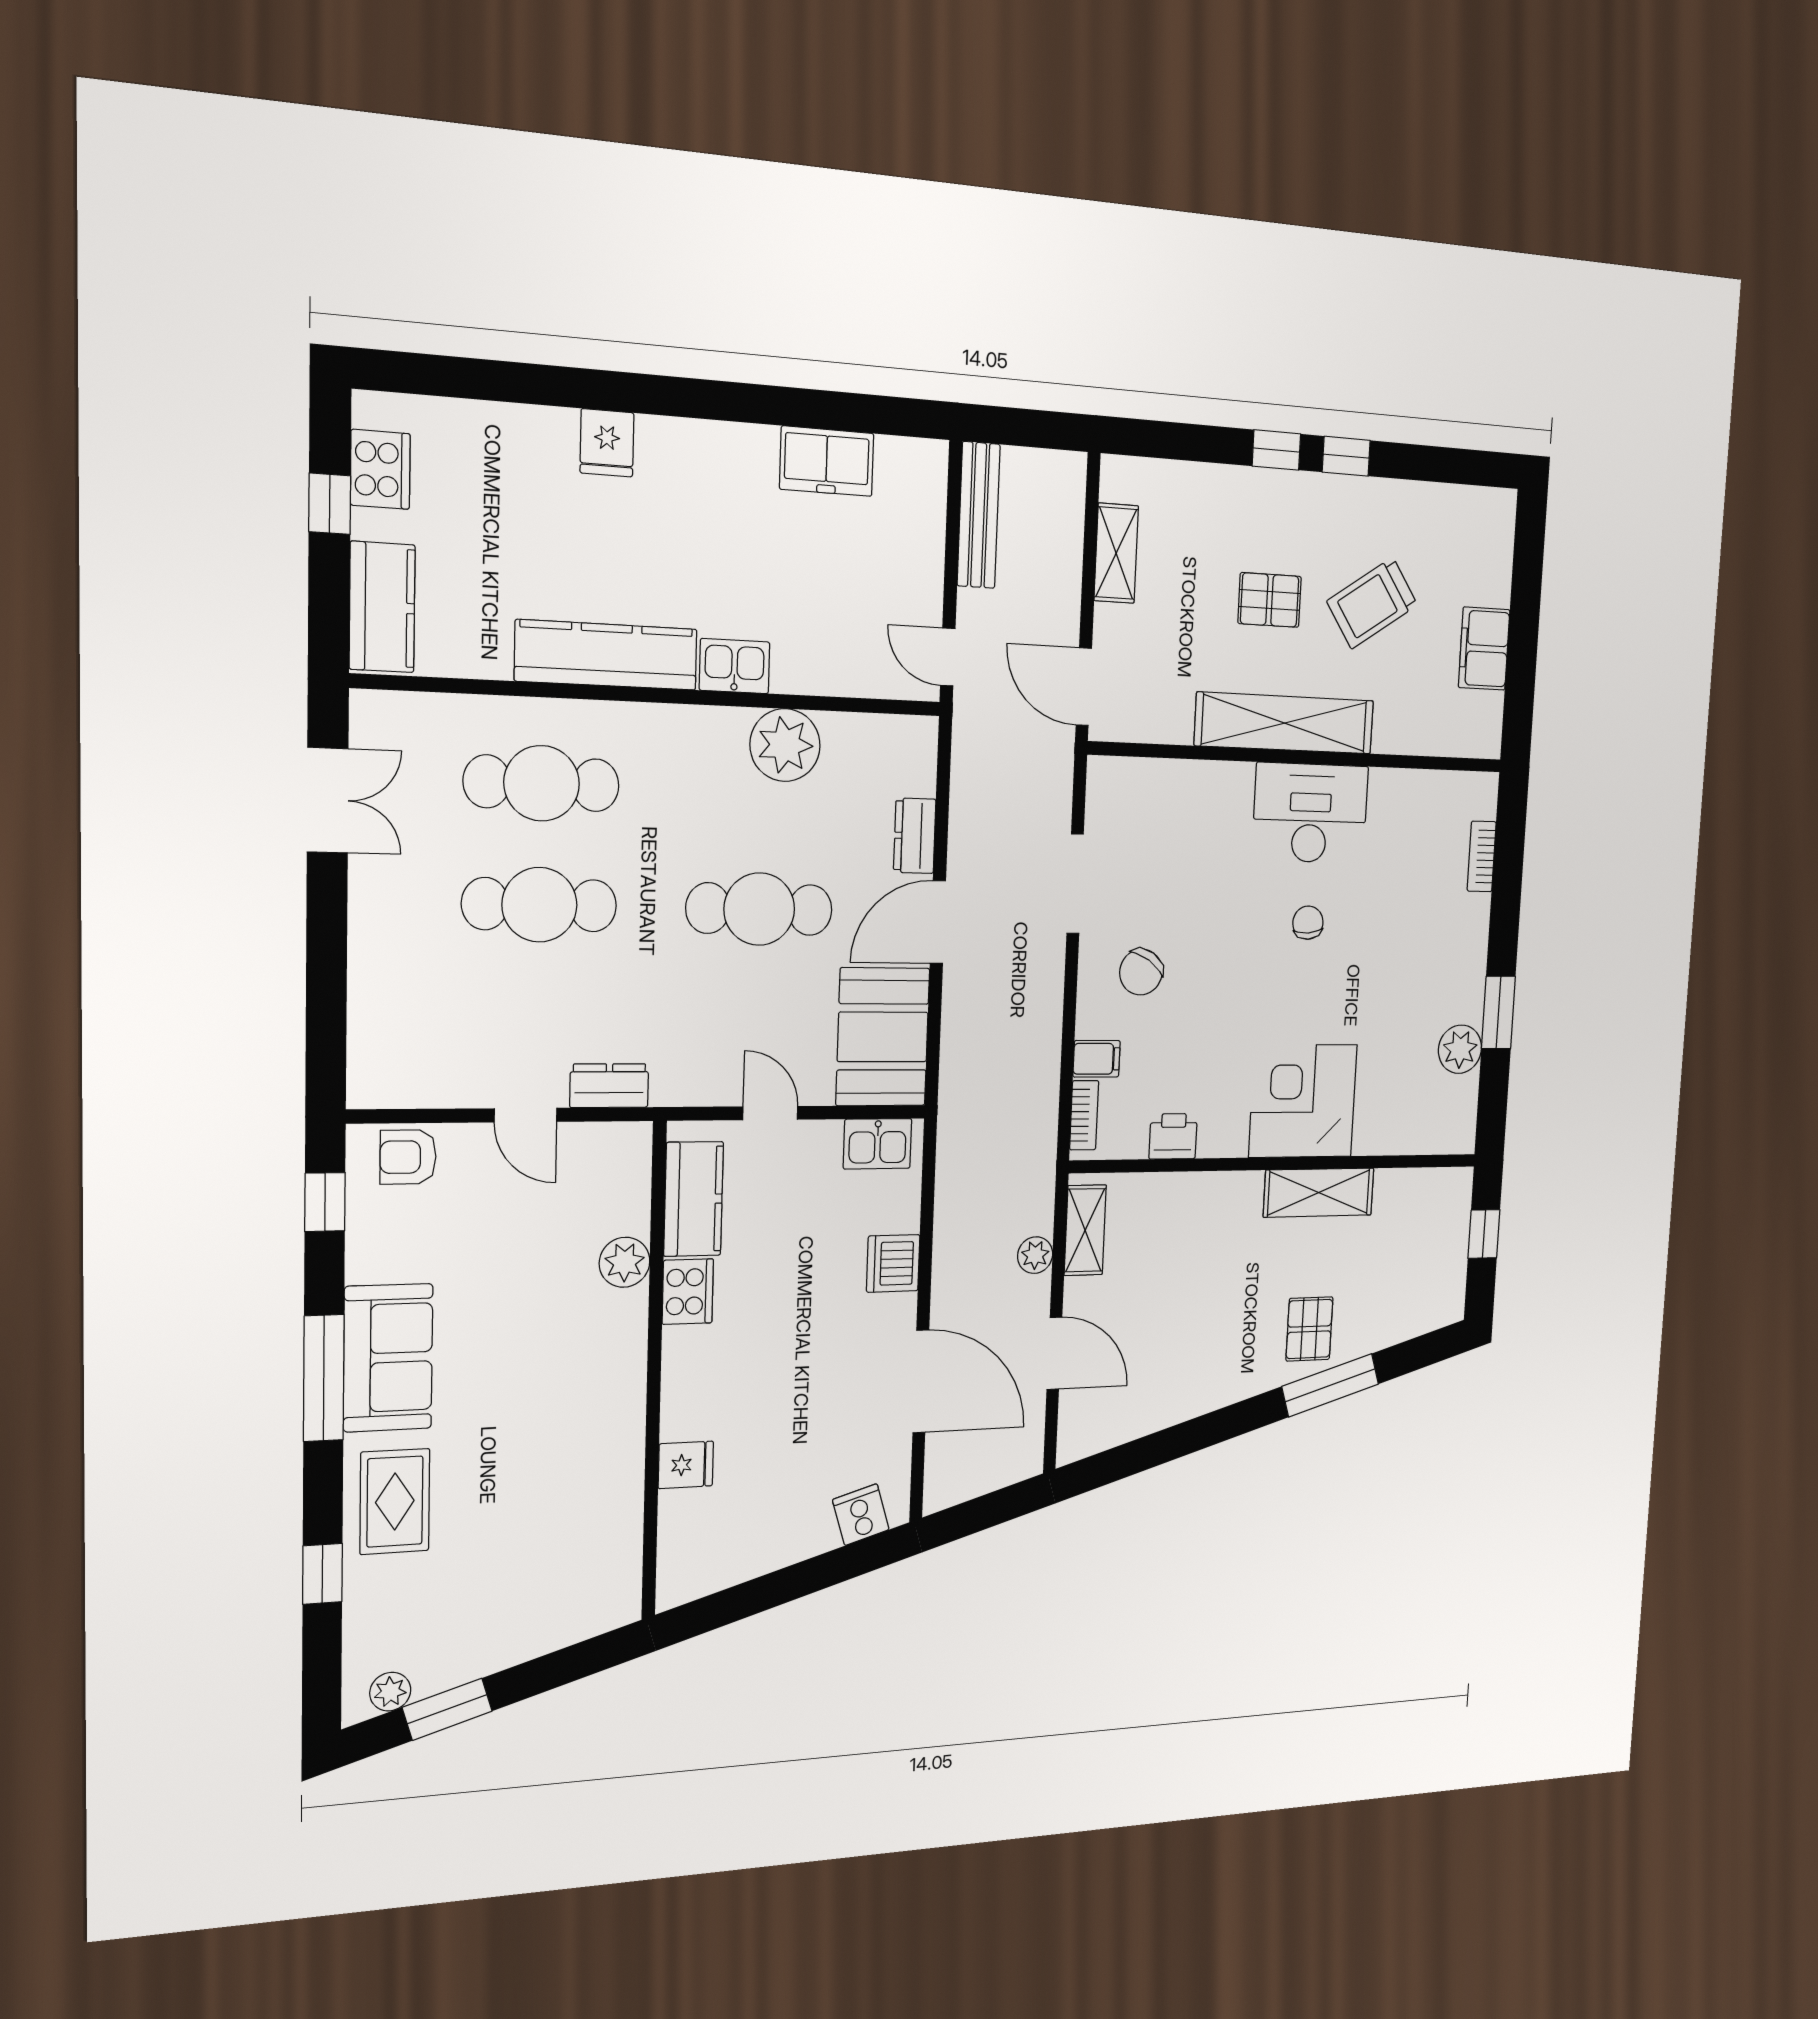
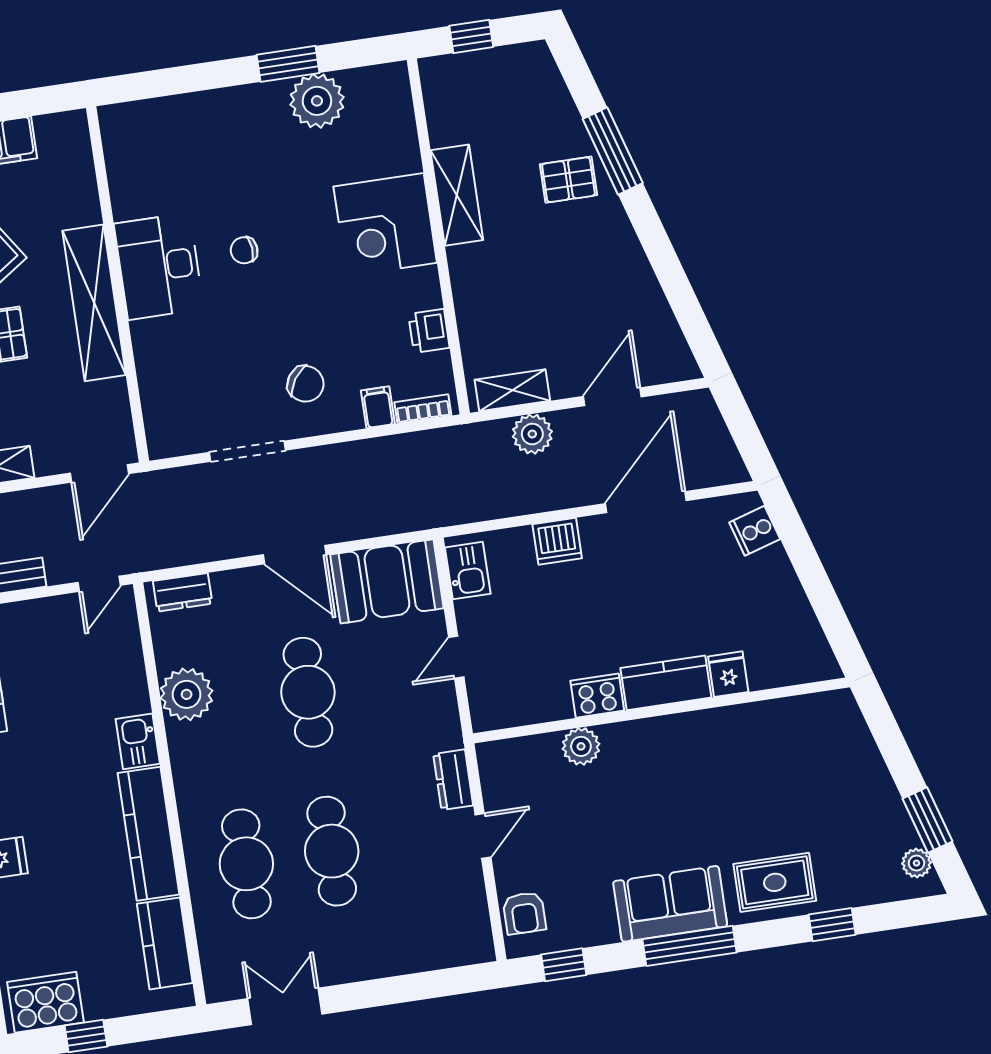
cooker: (380, 469) -> (46, 1002), width x1.37, depth x1.31
kitchen counter: (382, 607) -> (165, 943), moved, turned -90
dresser: (915, 836) -> (183, 592), moved
bookcase: (1482, 856) -> (166, 107), removed
plant: (1460, 1049) -> (317, 101), width x1.36, depth x1.36
kitchen counter: (694, 1199) -> (666, 683), moved
plant: (1035, 1255) -> (532, 434), width x1.38, depth x1.38

